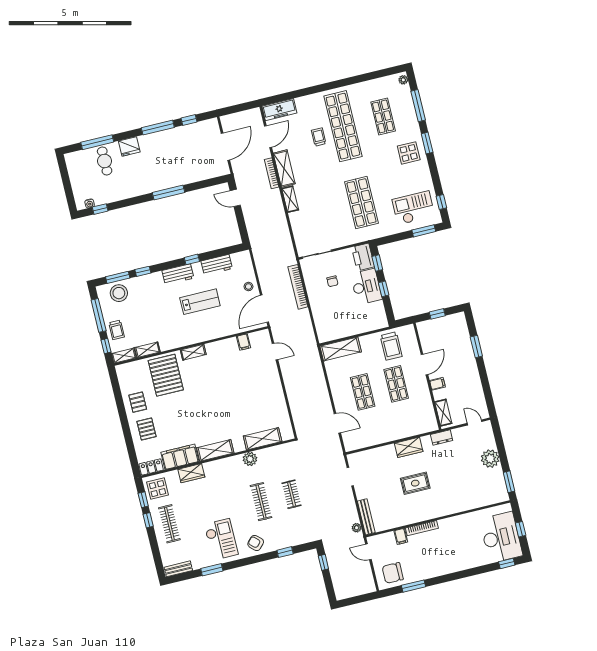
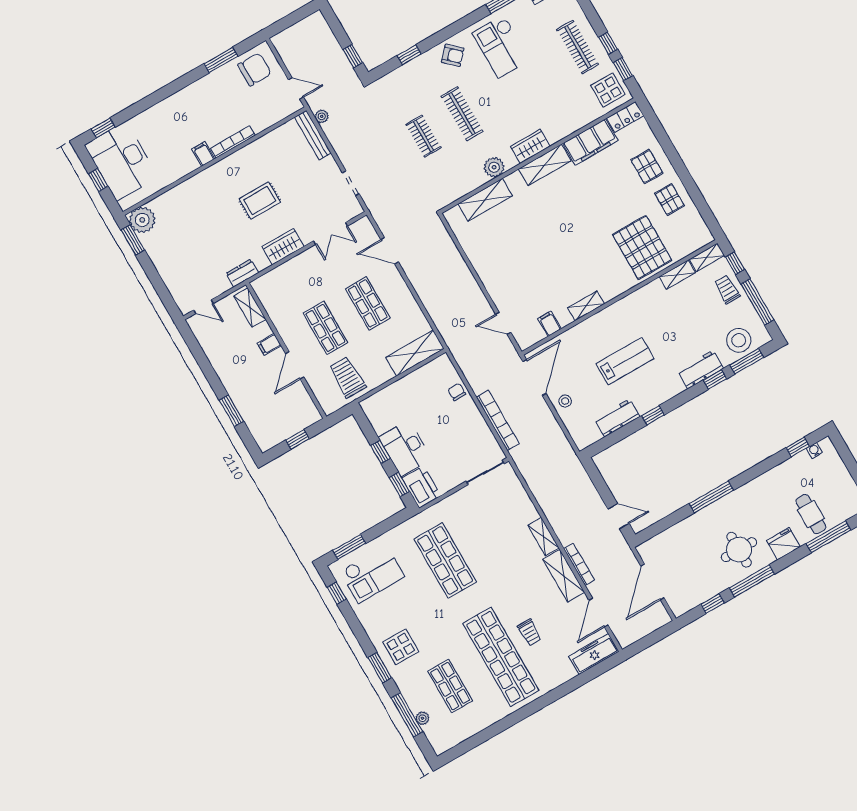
plant: (403, 80) -> (422, 718), moved
round table: (160, 151) -> (739, 550), added
workbench: (178, 274) -> (700, 369), moved
chair: (332, 281) -> (457, 392), moved
lab bench: (200, 302) -> (625, 361), turned 180
shelving: (193, 352) -> (586, 306), moved
double door: (374, 447) -> (331, 233), added
plant: (490, 459) -> (142, 220), moved
wardrobe: (191, 473) -> (530, 146), moved
filing cabinet: (401, 536) -> (203, 154), moved

